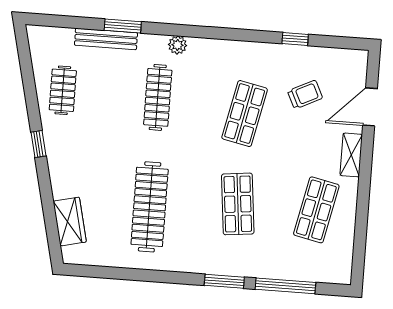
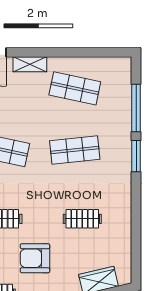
armchair: (104, 143) -> (35, 258), added
clothes rail: (150, 207) -> (82, 219), width x0.54, depth x0.76

